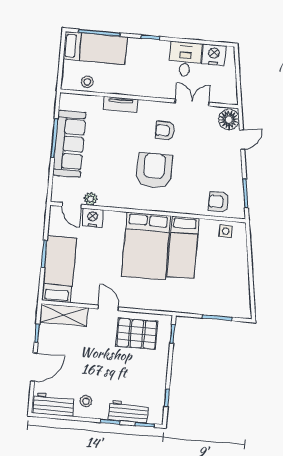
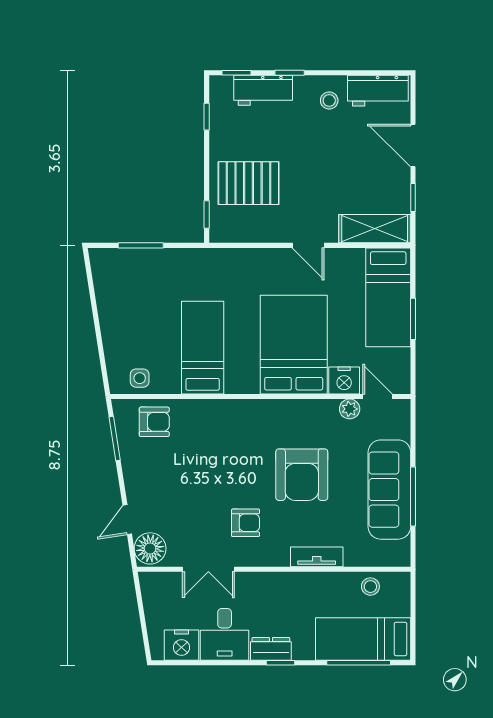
dresser: (156, 47) -> (271, 649), added
armchair: (154, 171) -> (302, 475), moved
bed: (146, 246) -> (294, 345), moved
pallet: (137, 334) -> (249, 183), moved
door: (34, 367) -> (413, 145), hinge flipped

